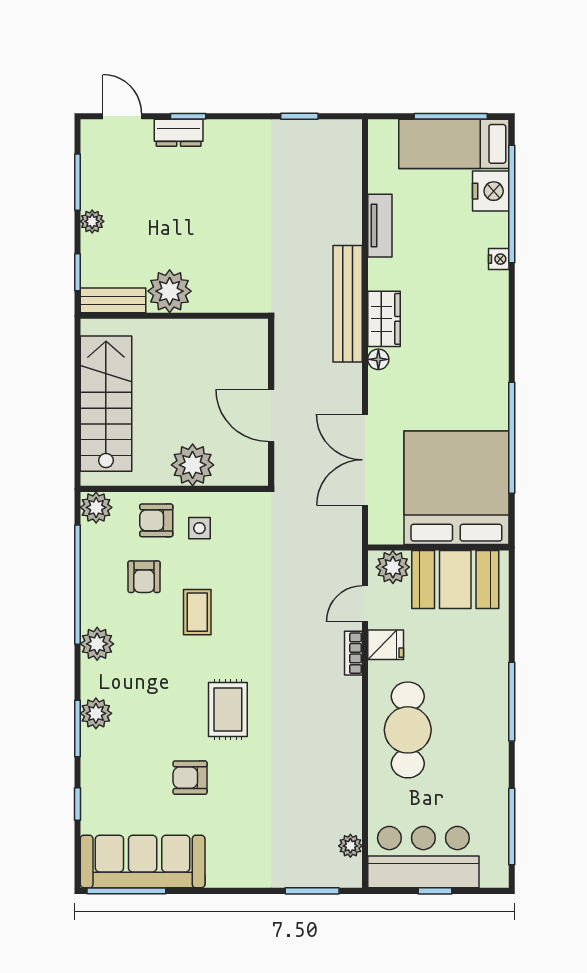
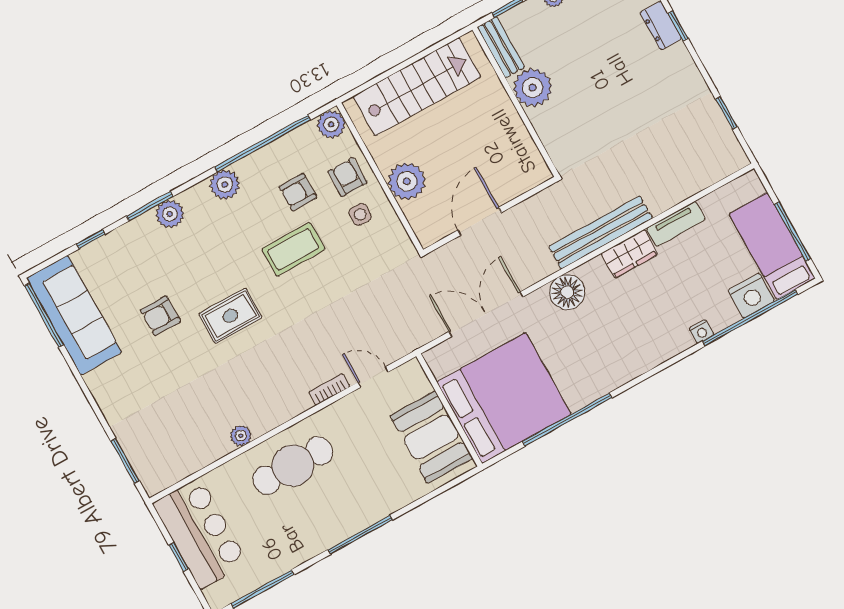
wardrobe: (384, 319) -> (629, 254), moved
floor lamp: (378, 359) -> (567, 292), width x1.89, depth x1.89
plant: (393, 567) -> (414, 383), removed
coffee table: (197, 612) -> (293, 249), width x1.36, depth x1.30
fridge: (386, 645) -> (350, 411), removed
armchair: (190, 778) -> (161, 316), turned -90
plant: (350, 846) -> (241, 436), moved

